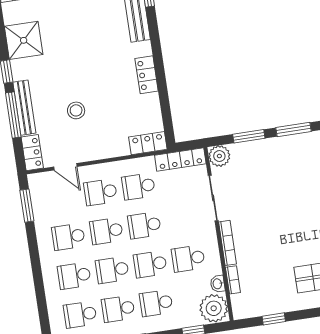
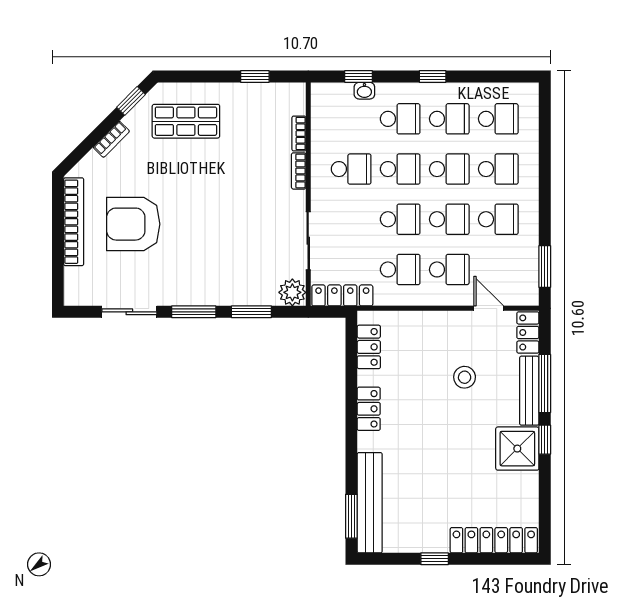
shower: (24, 40) -> (517, 449), moved
locker: (148, 143) -> (369, 347), moved, turned -90
bookcase: (228, 243) -> (299, 171), width x0.64
washbasin: (218, 284) -> (364, 91), moved, turned 90
plant: (214, 308) -> (329, 101), removed

